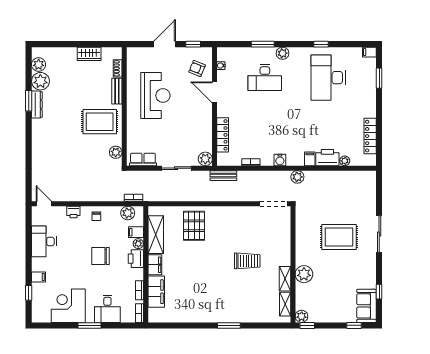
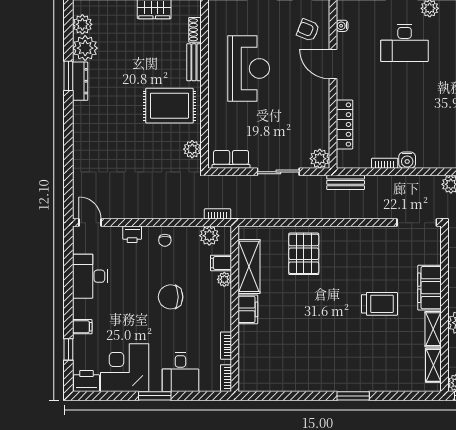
water cooler: (280, 160) -> (407, 160), moved
printer: (136, 259) -> (86, 381), moved, turned 90
filing cabinet: (156, 292) -> (429, 288), moved, turned 180

